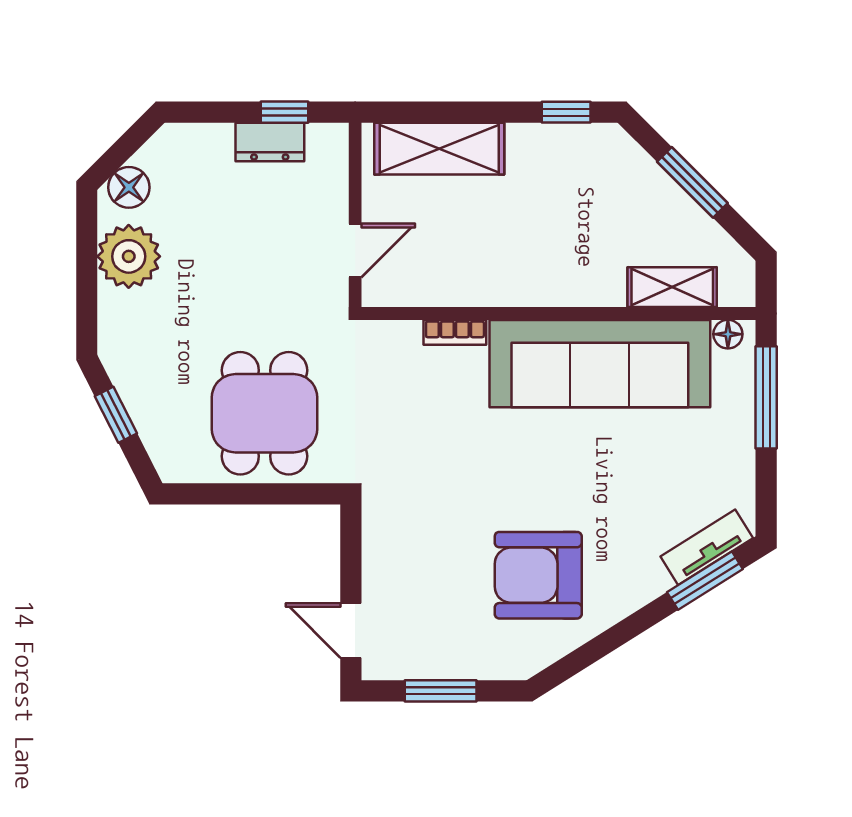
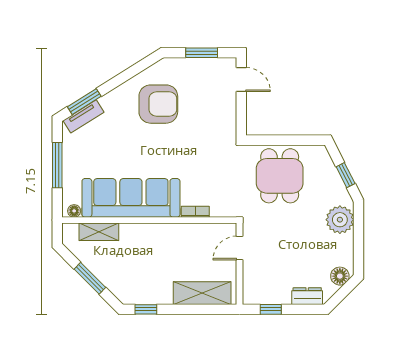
dresser: (270, 142) -> (307, 296), moved
plant: (129, 256) -> (340, 220), moved
window: (766, 397) -> (57, 165), moved

